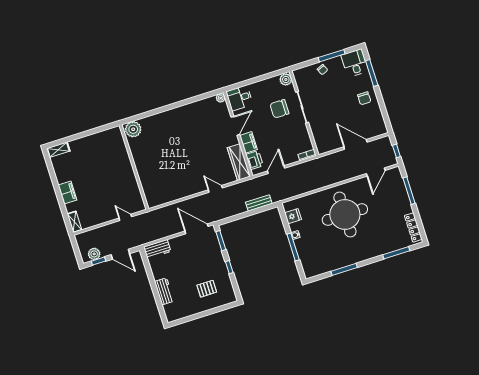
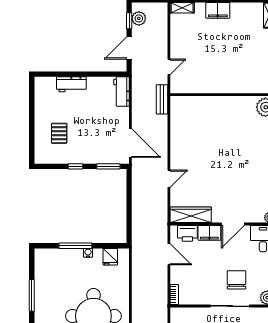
door: (235, 126) -> (233, 224), hinge flipped
bench: (259, 203) -> (162, 99), moved
door: (197, 229) -> (130, 143), hinge flipped

